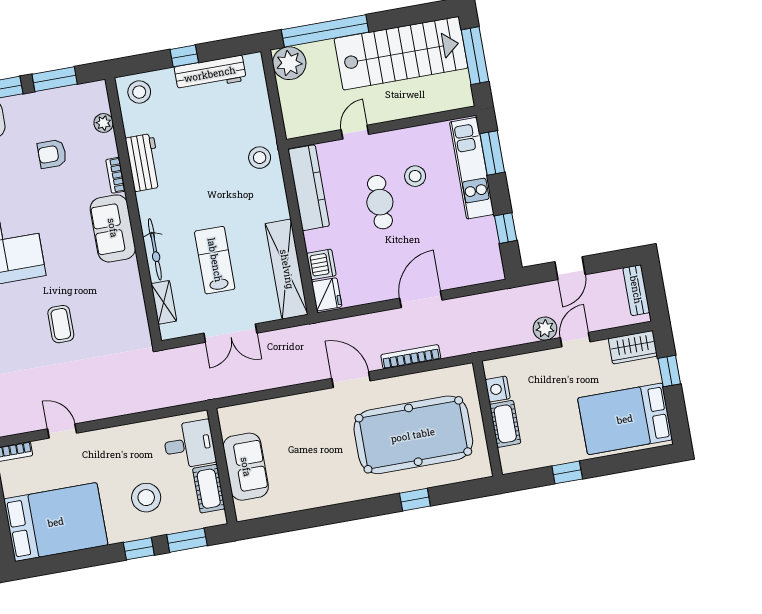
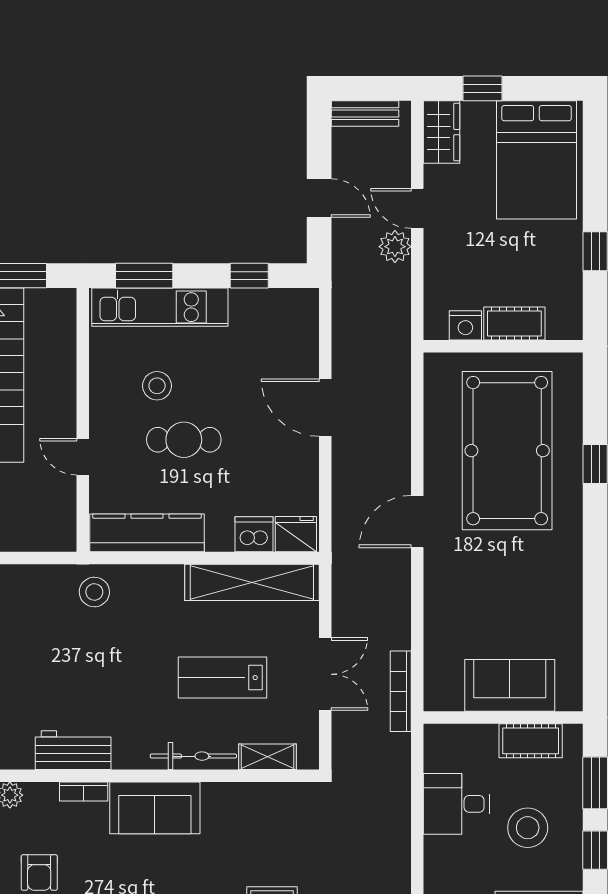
bookcase: (411, 357) -> (401, 691), moved
desk: (189, 444) -> (456, 804), moved, turned -90

